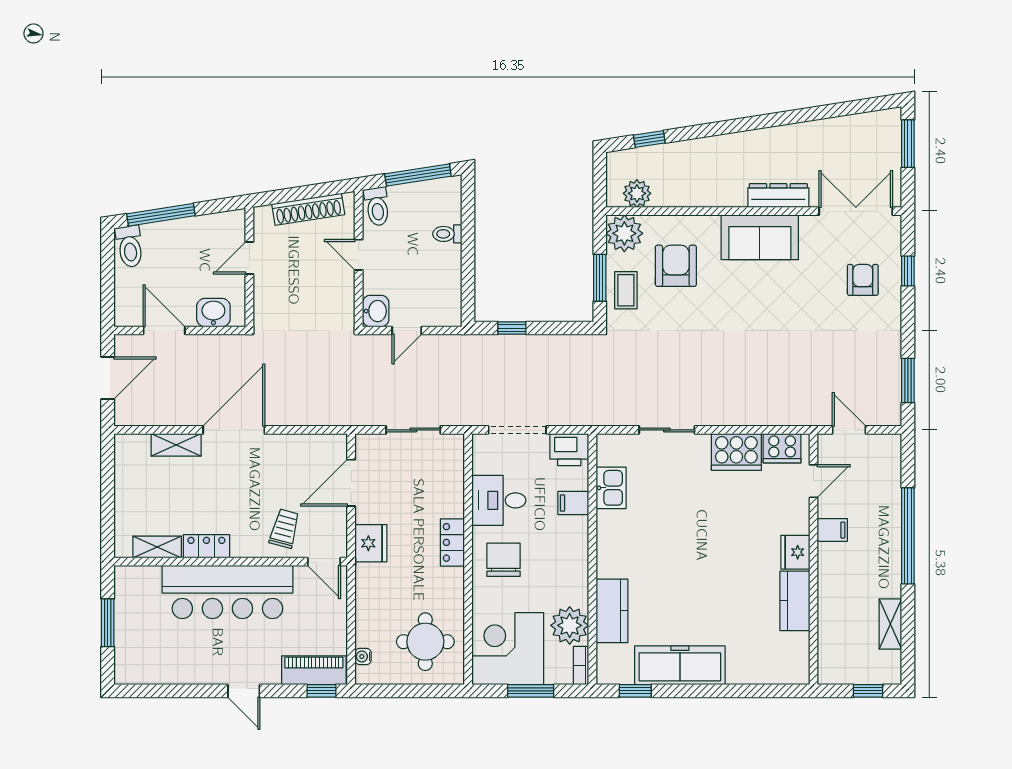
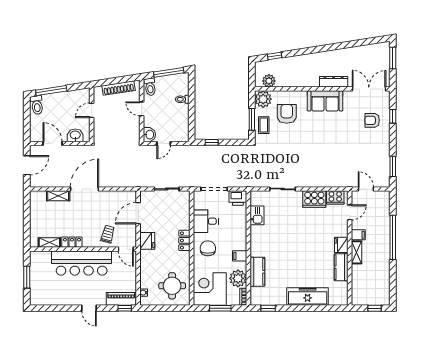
armchair: (863, 280) -> (372, 120), turned -90
filing cabinet: (573, 503) -> (240, 256), moved
shelving: (890, 624) -> (356, 252), moved
freezer: (680, 665) -> (308, 297), moved

